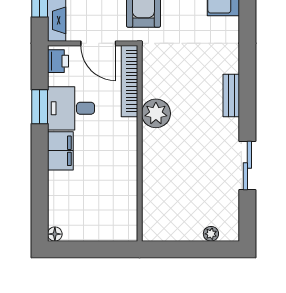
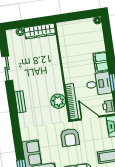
plant: (156, 113) -> (58, 101), moved
wardrobe: (172, 230) -> (40, 31), added

